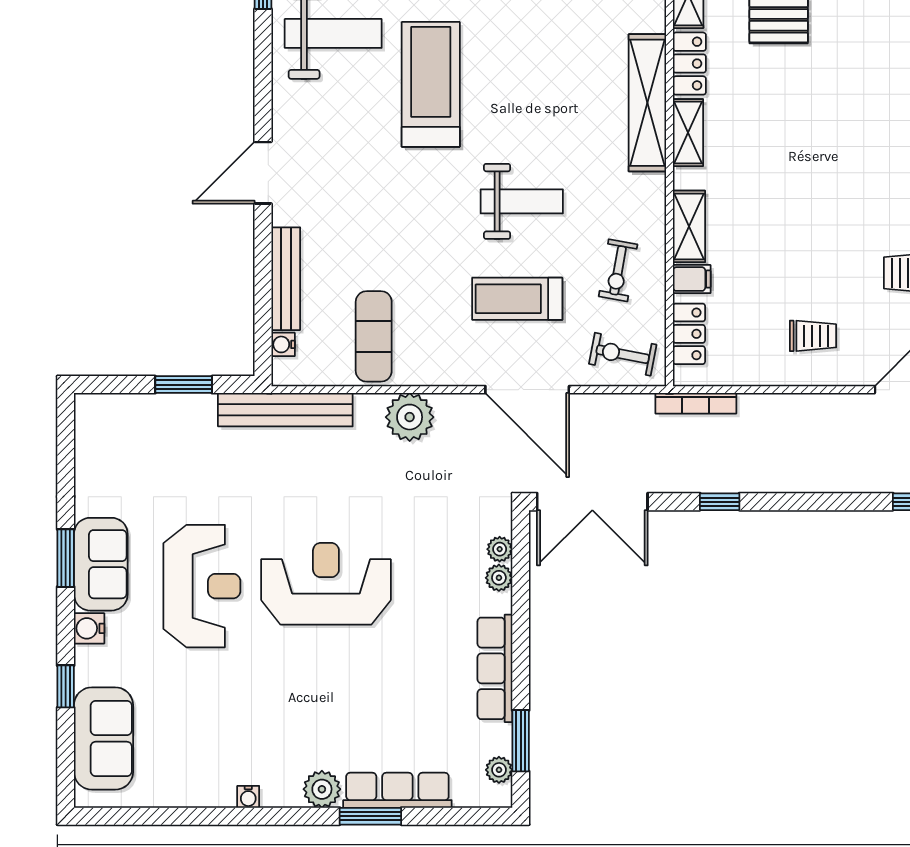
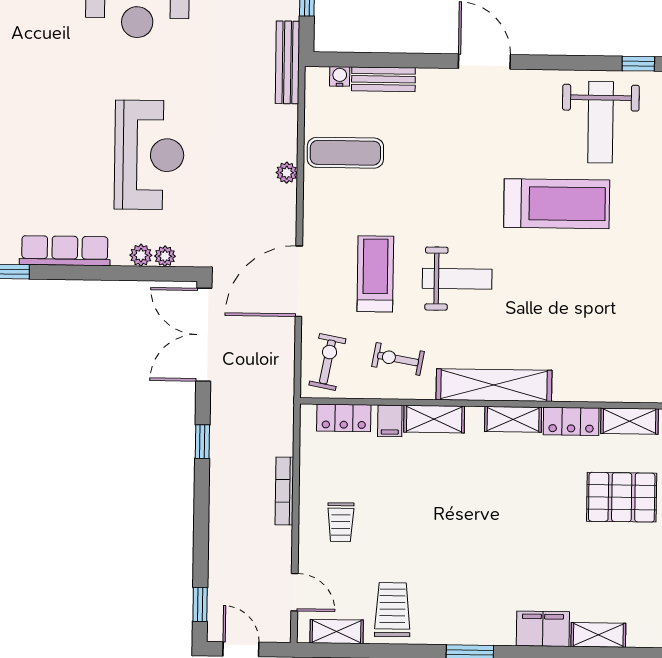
shelving: (647, 103) -> (494, 385), moved
weight bench: (522, 201) -> (457, 279), turned -90
bench: (286, 279) -> (383, 79), width x0.73
bookcase: (696, 403) -> (284, 491), moved
bench: (285, 410) -> (287, 62), width x0.73, depth x0.82
plant: (410, 417) -> (287, 173), width x0.53, depth x0.53
reception desk: (326, 584) -> (149, 155), moved

